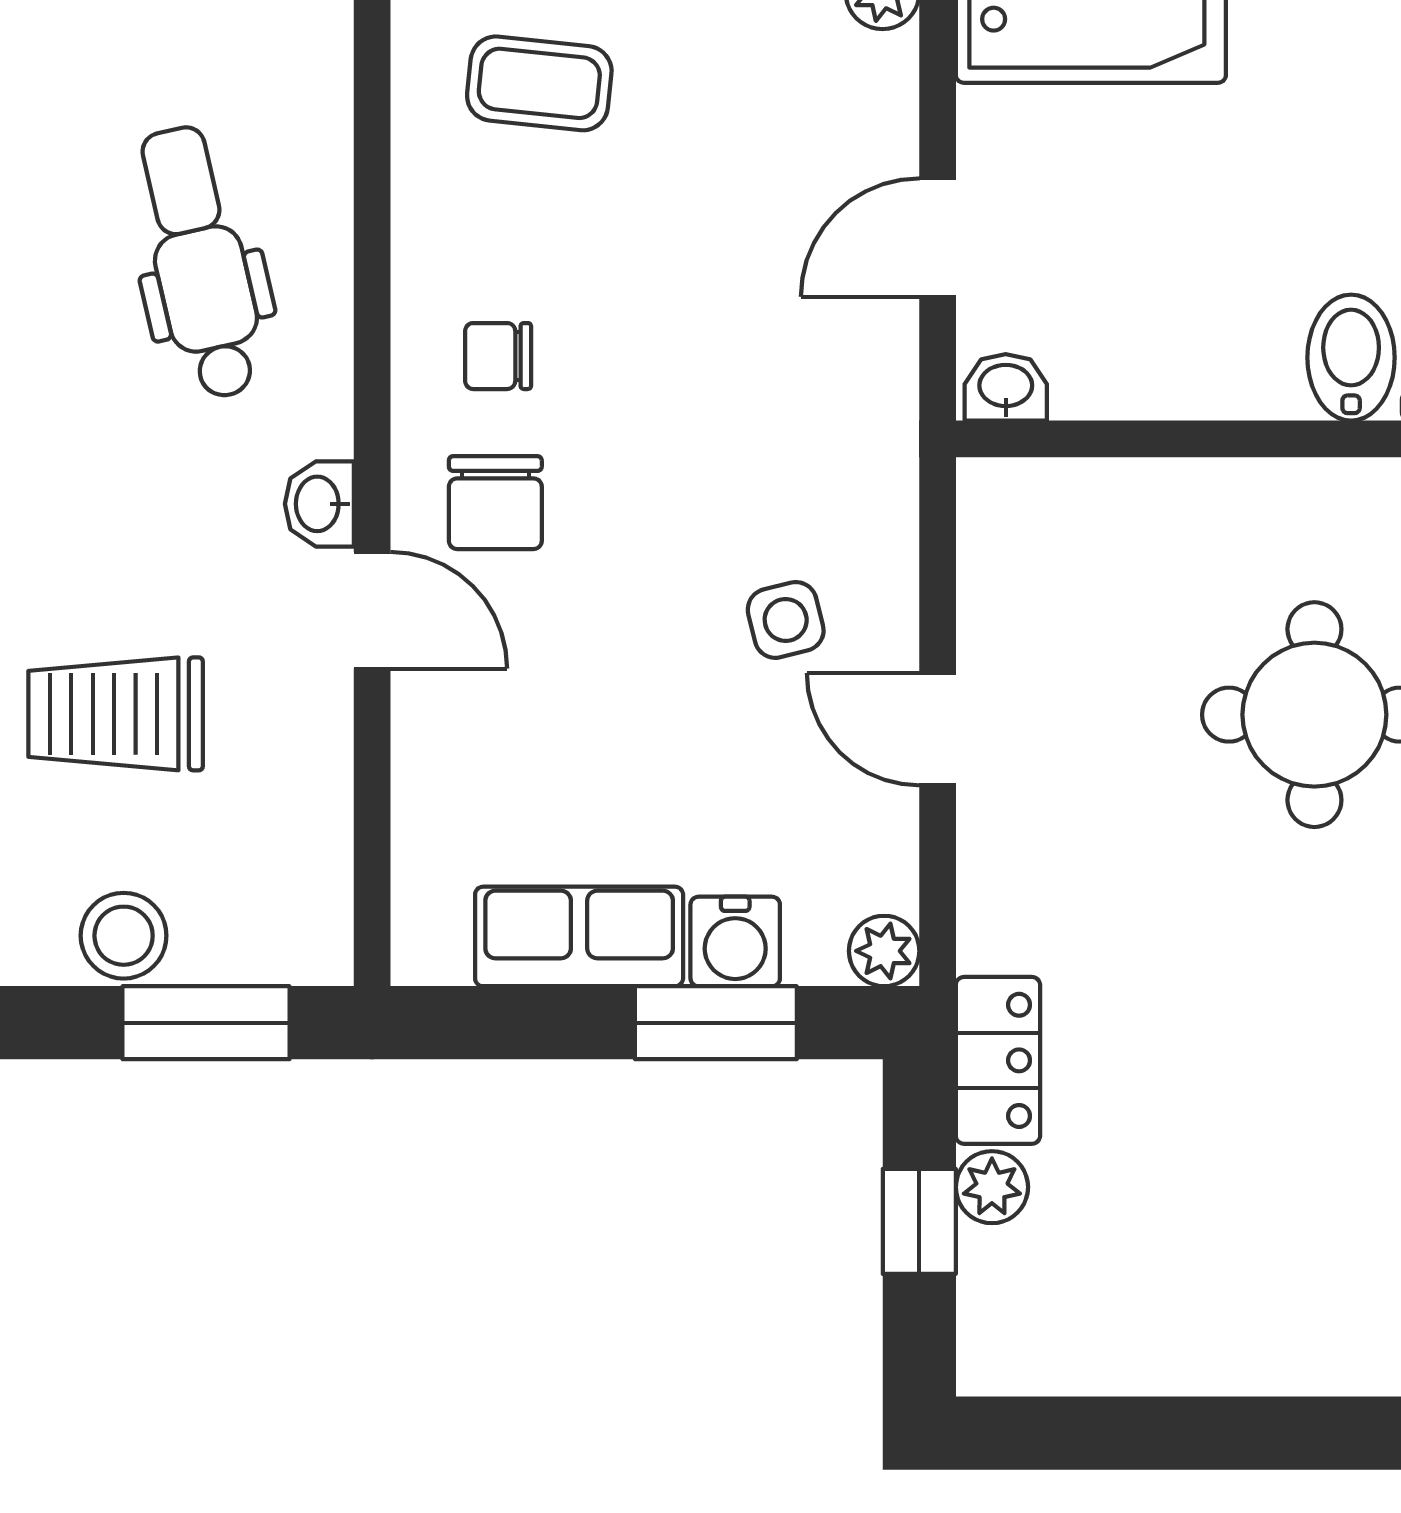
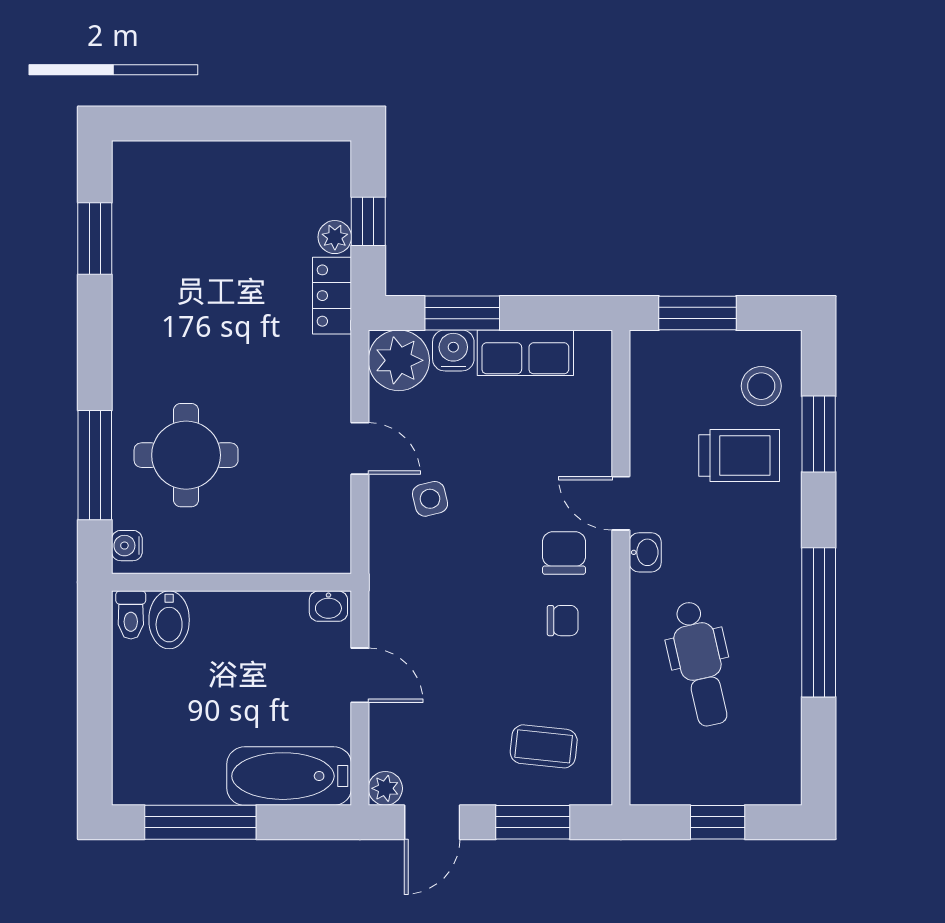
door: (938, 238) -> (360, 675), hinge flipped
stool: (124, 936) -> (761, 386), moved
plant: (884, 951) -> (399, 360), width x1.87, depth x1.87

